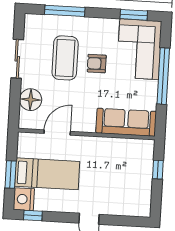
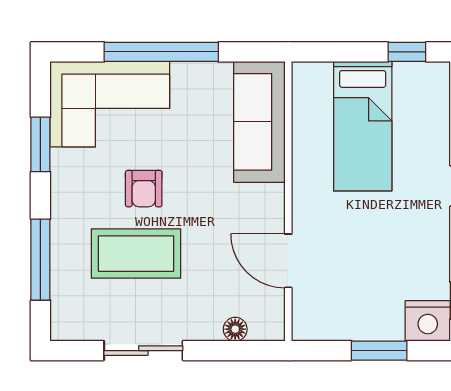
window: (134, 15) -> (40, 144), moved
floor lamp: (31, 100) -> (235, 329), width x0.53, depth x0.53
window: (158, 170) -> (407, 52), moved
bed: (47, 174) -> (363, 126), moved, turned 180

